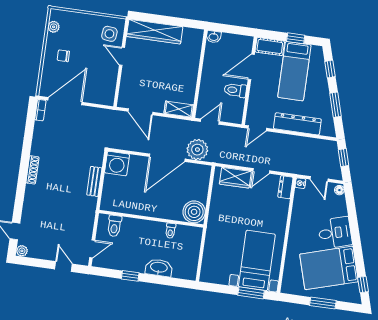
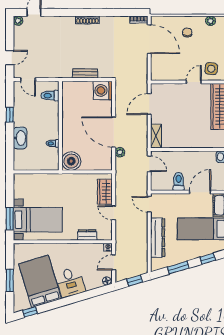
door: (251, 67) -> (200, 192), hinge flipped
plant: (197, 150) -> (120, 152), width x0.53, depth x0.53
dresser: (285, 187) -> (87, 235), moved

